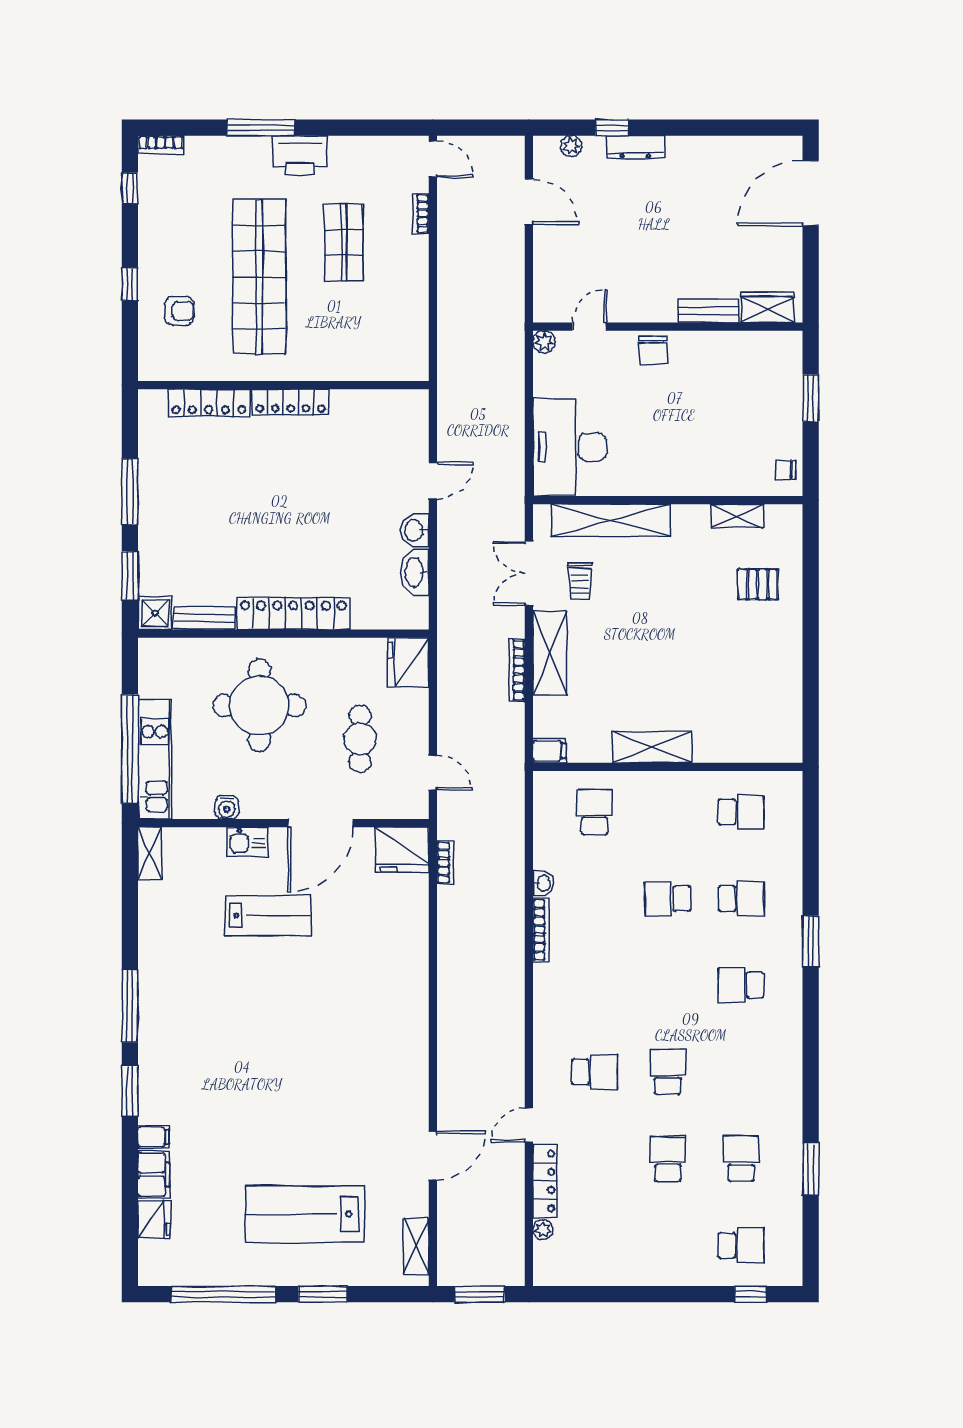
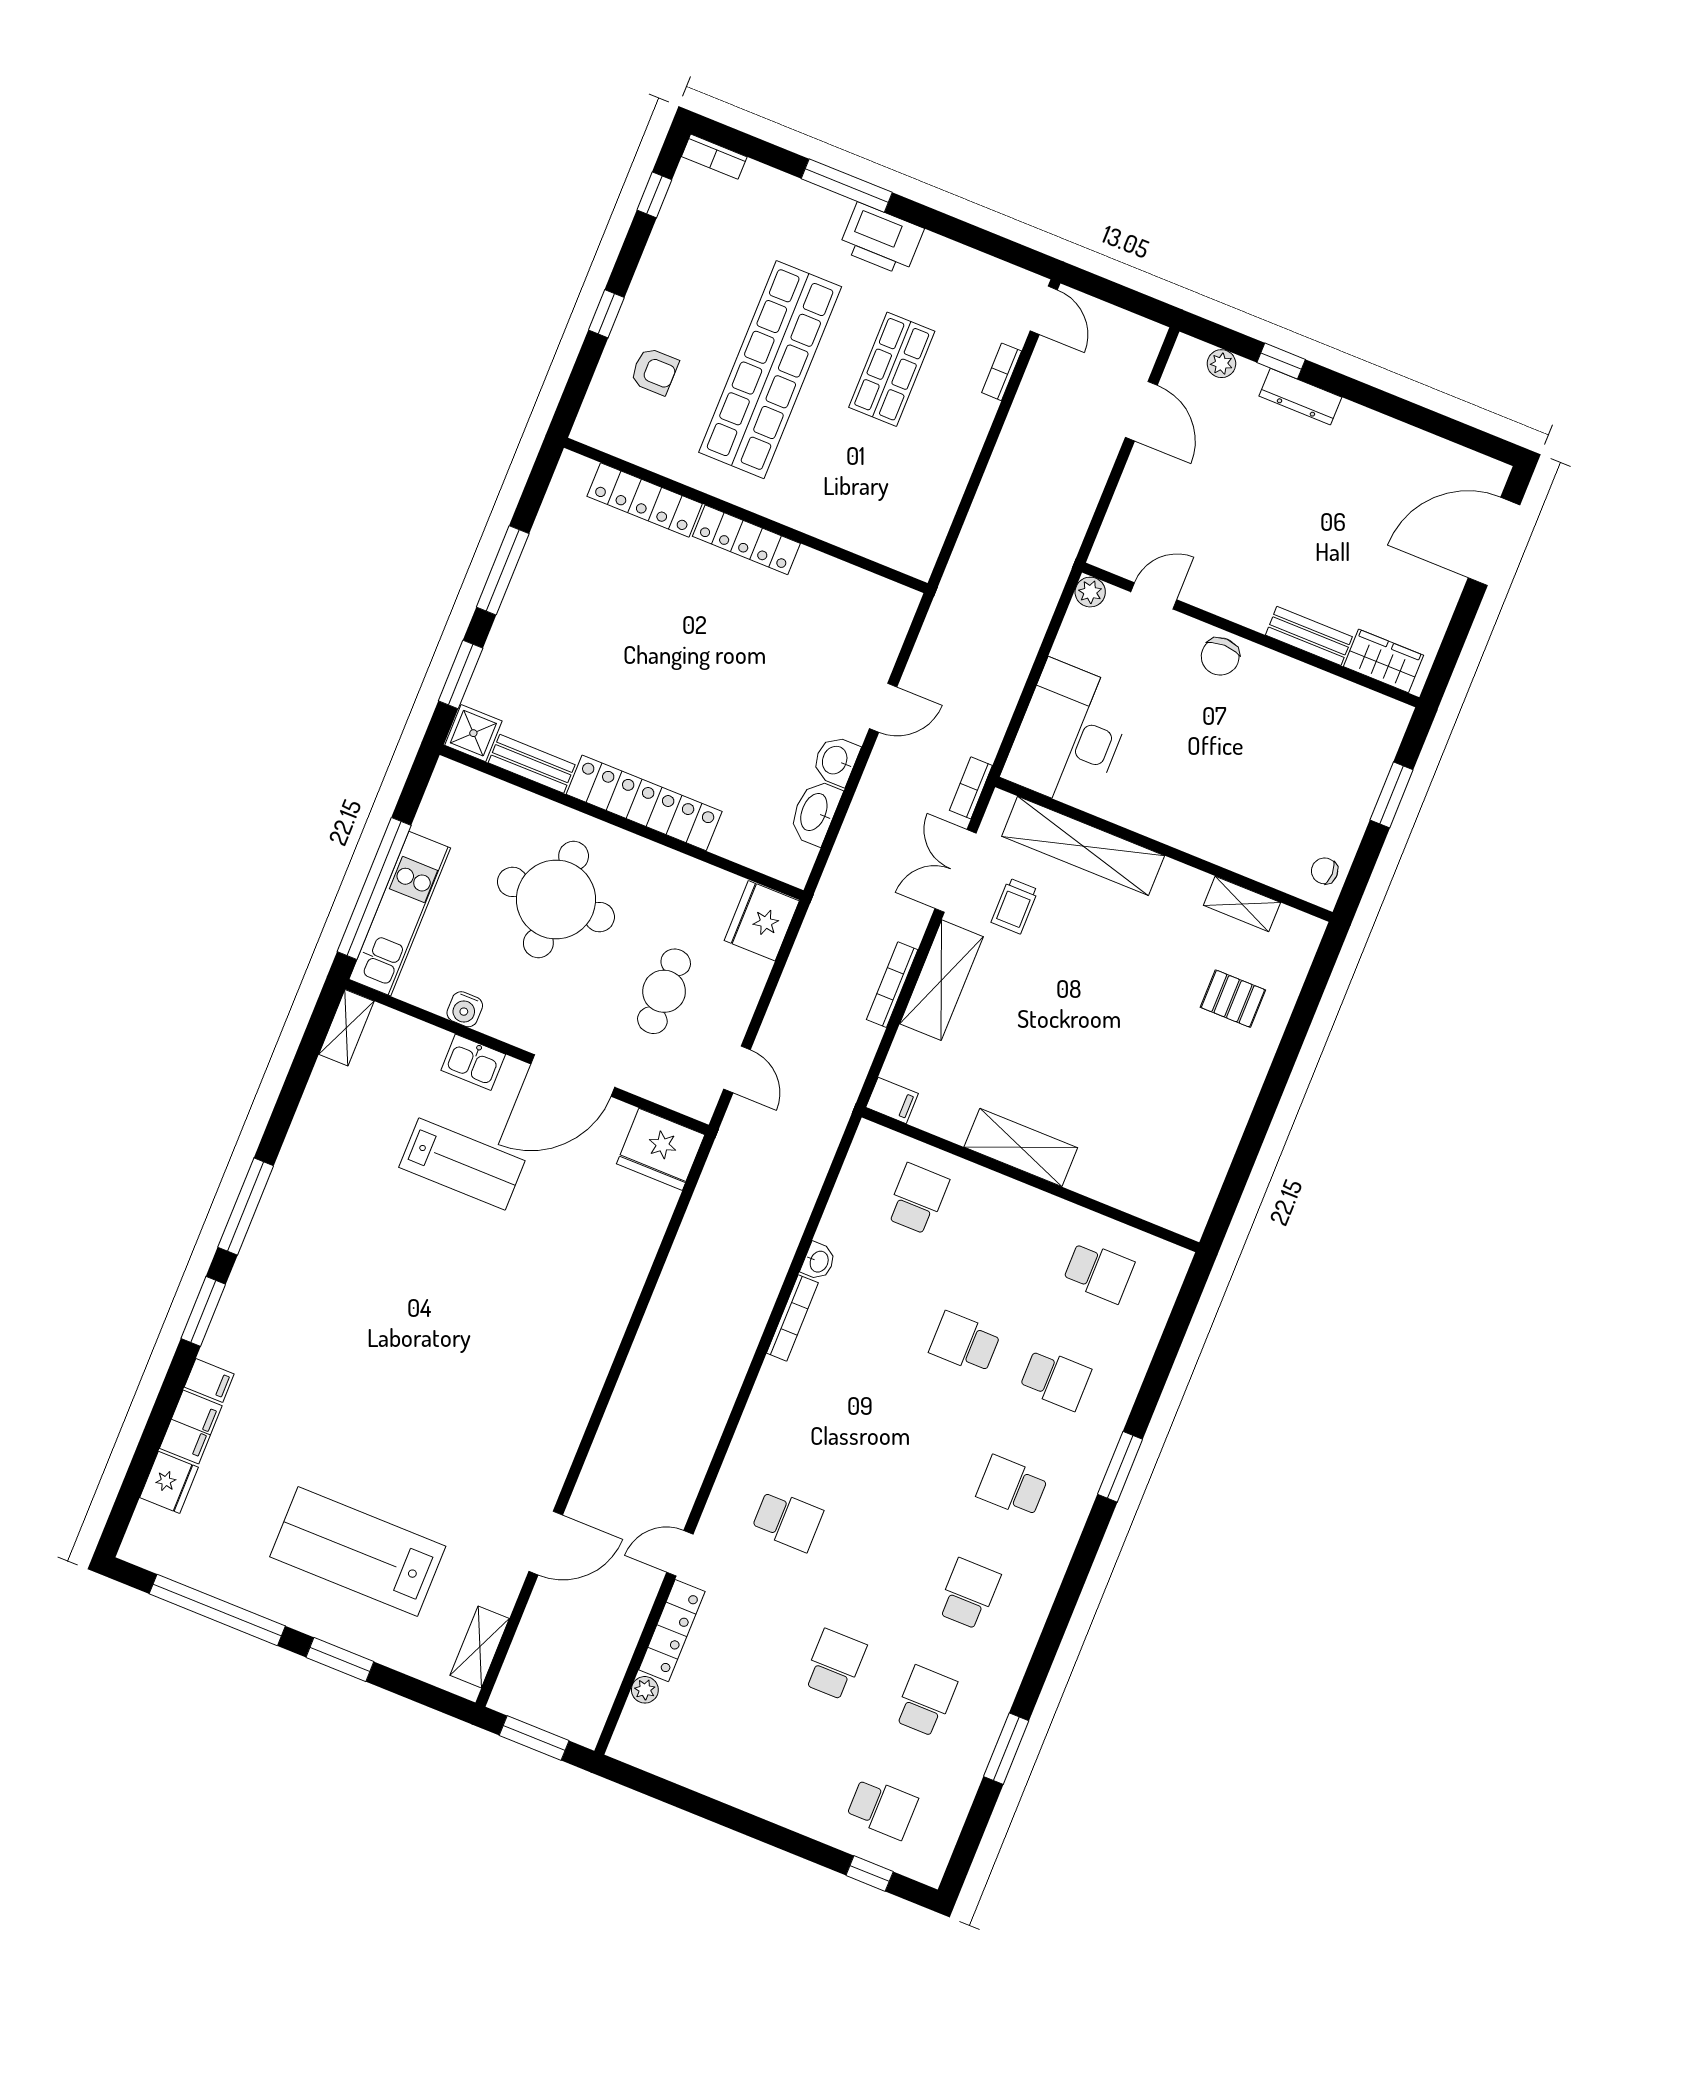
bookcase: (446, 863) -> (971, 788), moved, turned 180
school desk: (668, 1072) -> (969, 1594), moved

